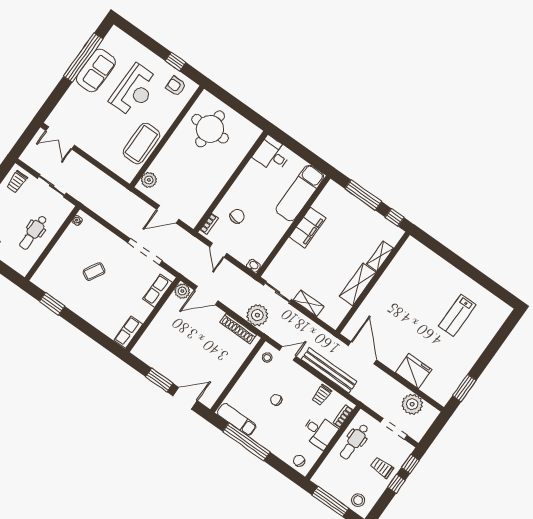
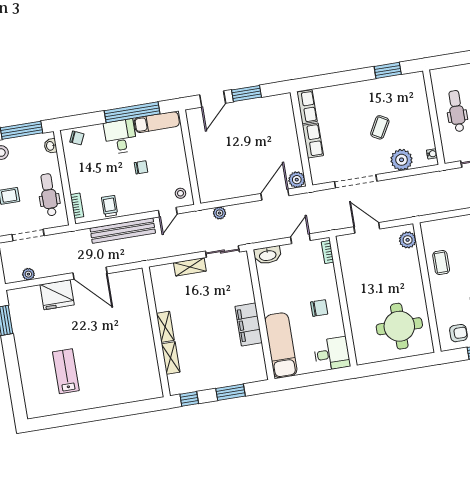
coffee table: (141, 144) -> (441, 262), width x0.54, depth x0.58
window: (363, 195) -> (230, 392), width x0.69
door: (168, 214) -> (367, 228), hinge flipped
chair: (237, 216) -> (319, 308), moved, turned -101
plant: (101, 236) -> (402, 160), added
door: (218, 250) -> (300, 239), hinge flipped
washbasin: (254, 266) -> (268, 255), width x1.91, depth x1.45
shelving: (358, 284) -> (165, 327), width x0.67, depth x0.75
row of seats: (158, 291) -> (313, 141), moved
plant: (257, 315) -> (219, 213), width x0.53, depth x0.53
shoe rack: (238, 329) -> (225, 193), removed
door: (362, 353) -> (90, 273), moved
plant: (412, 404) -> (28, 274), width x0.53, depth x0.53
desk: (319, 432) -> (120, 136), moved, turned 90
washbasin: (321, 473) -> (51, 146), added

